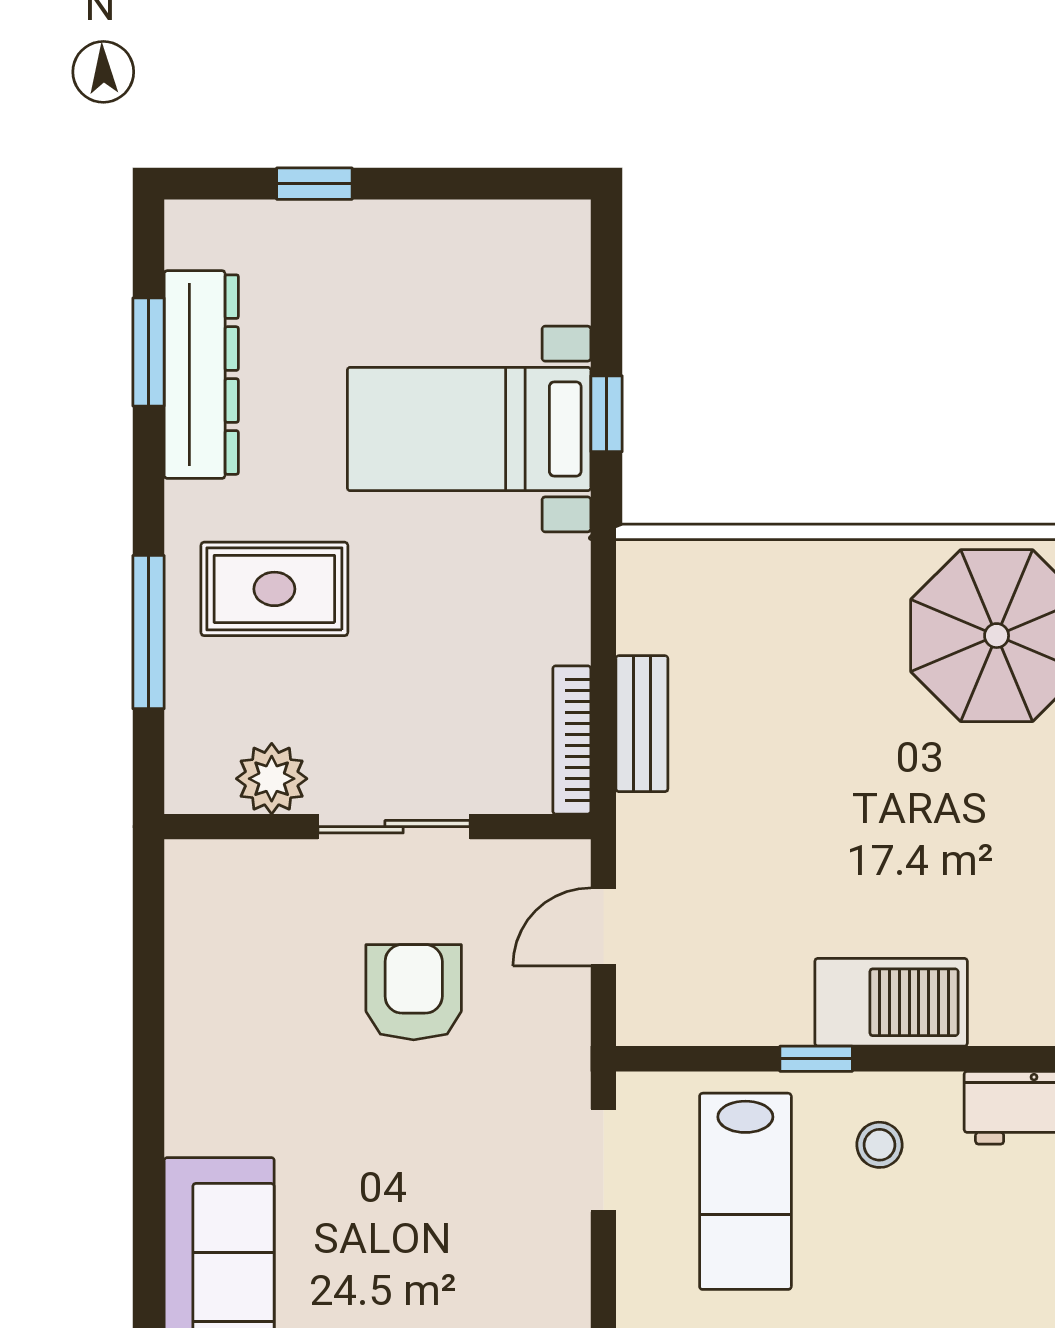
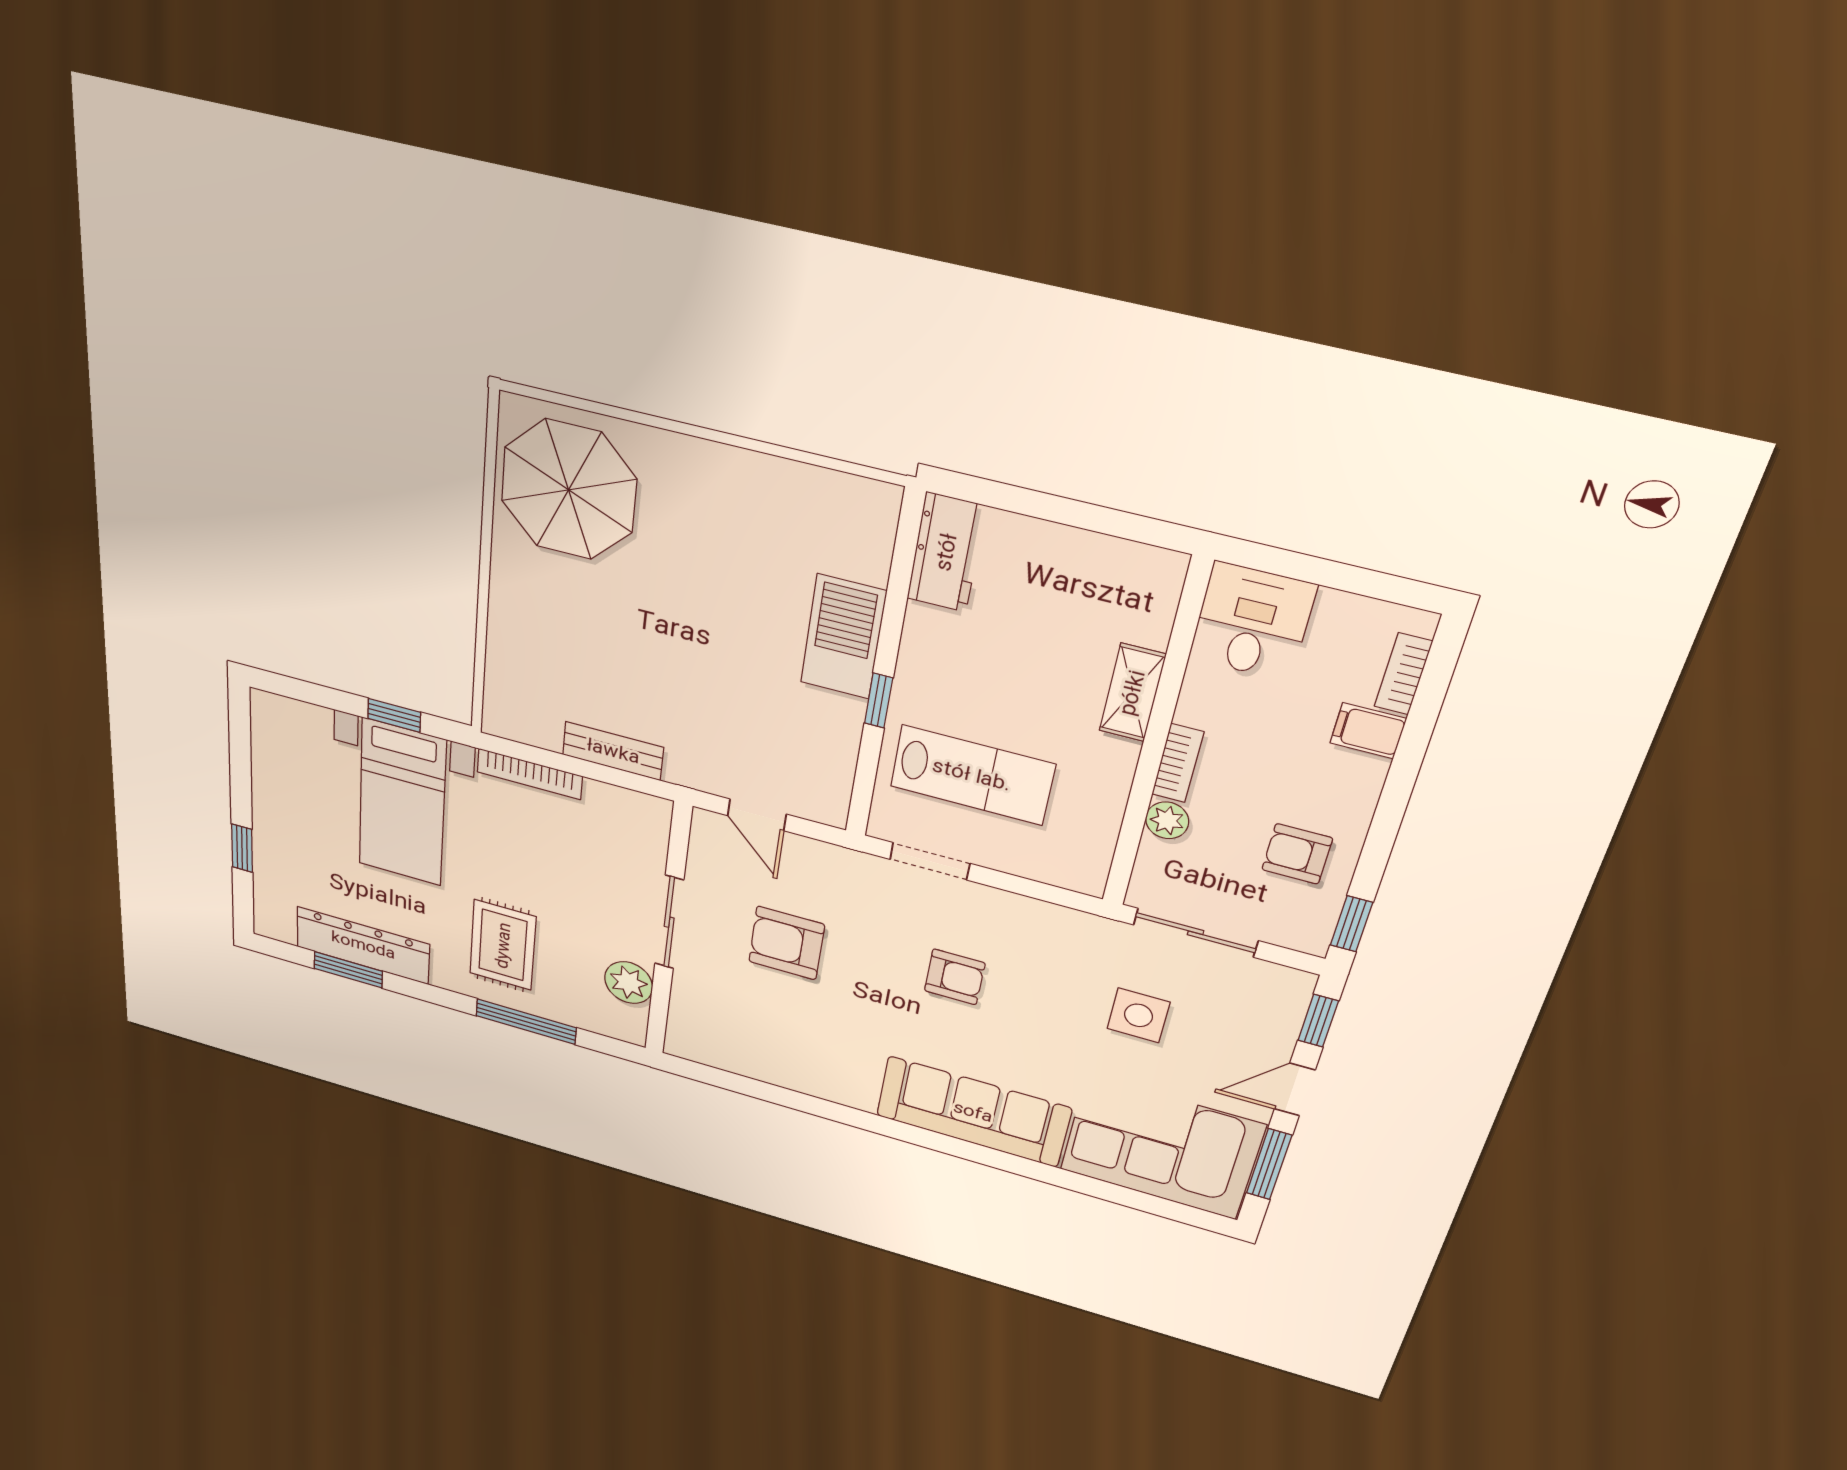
bookcase: (572, 740) -> (530, 774), moved
stool: (880, 1145) -> (954, 674), removed
armchair: (435, 1223) -> (955, 977), added

